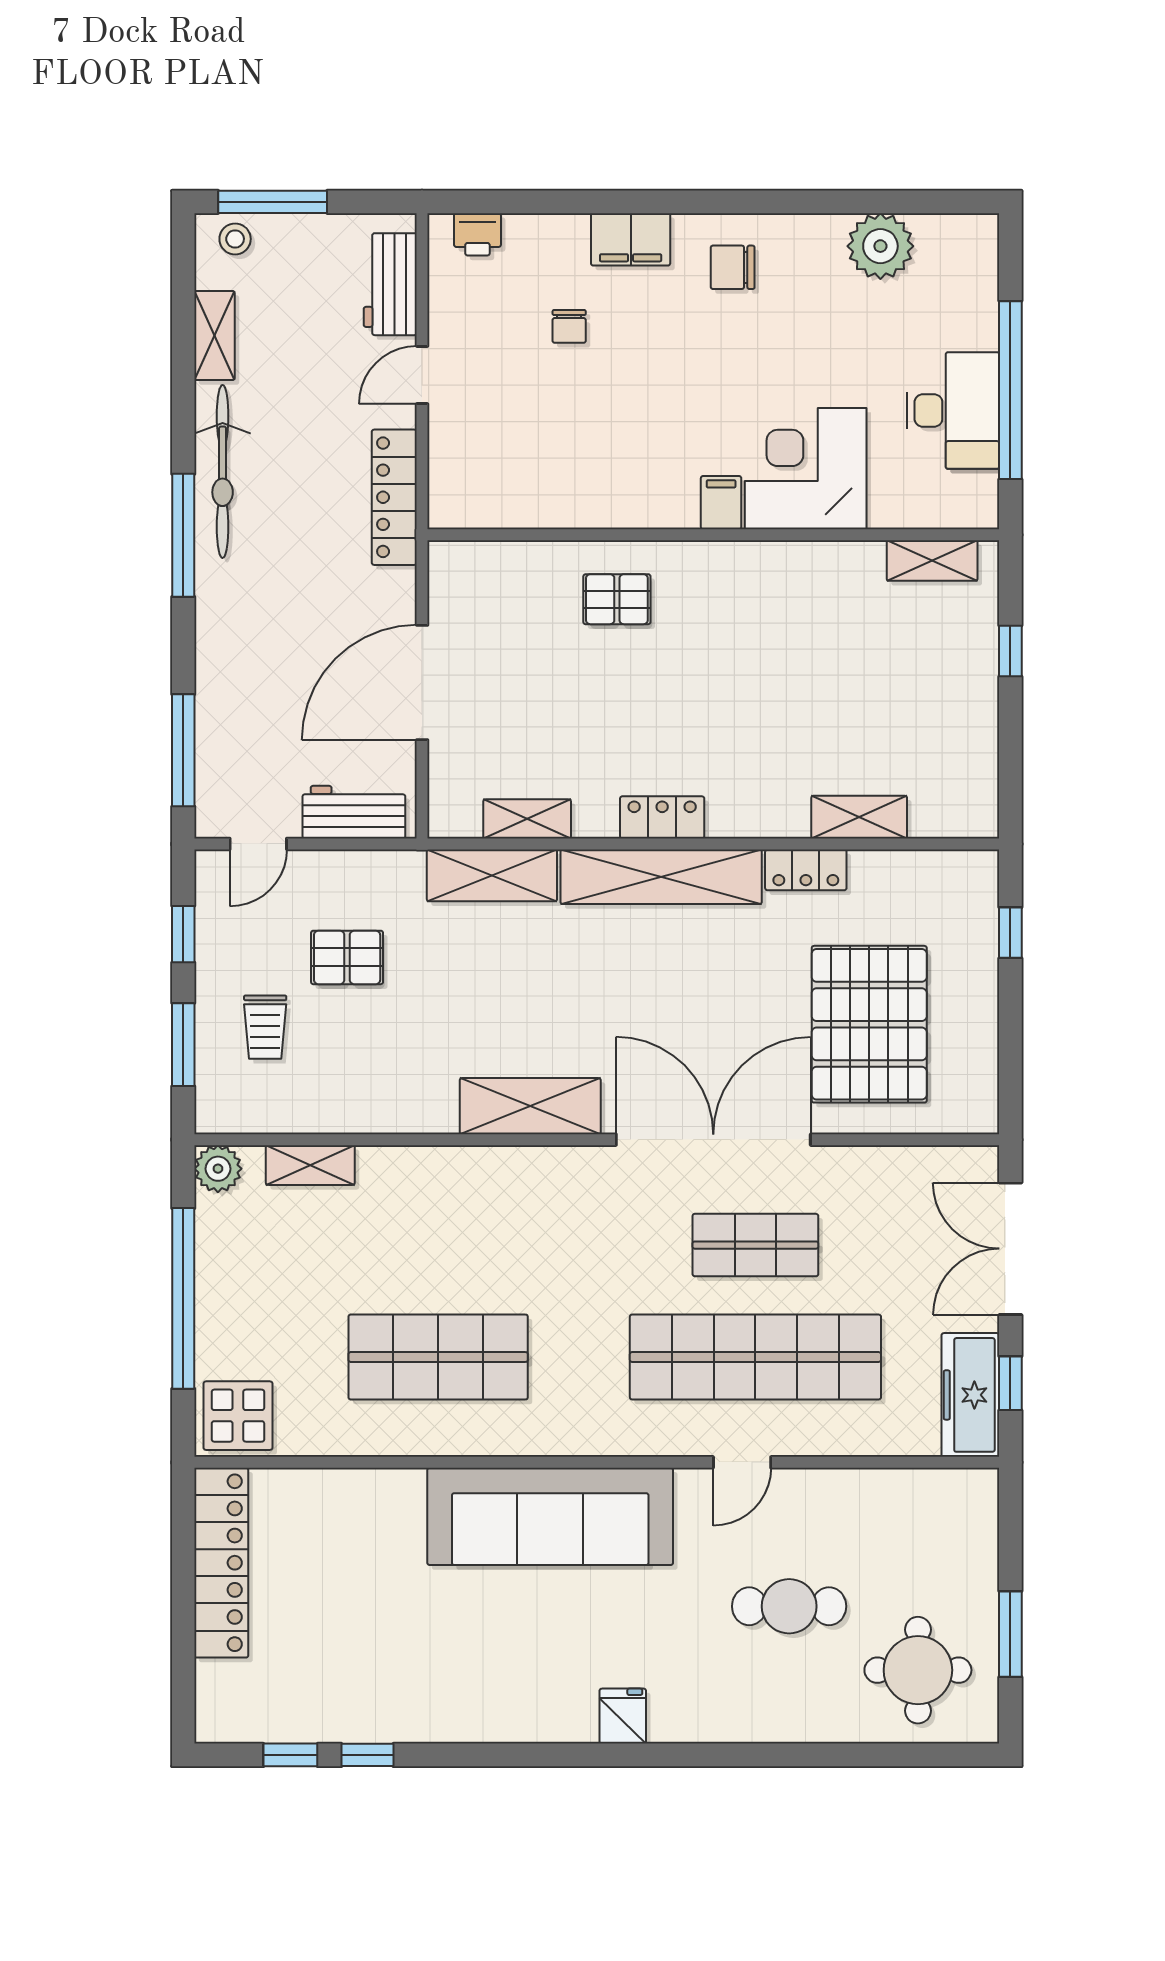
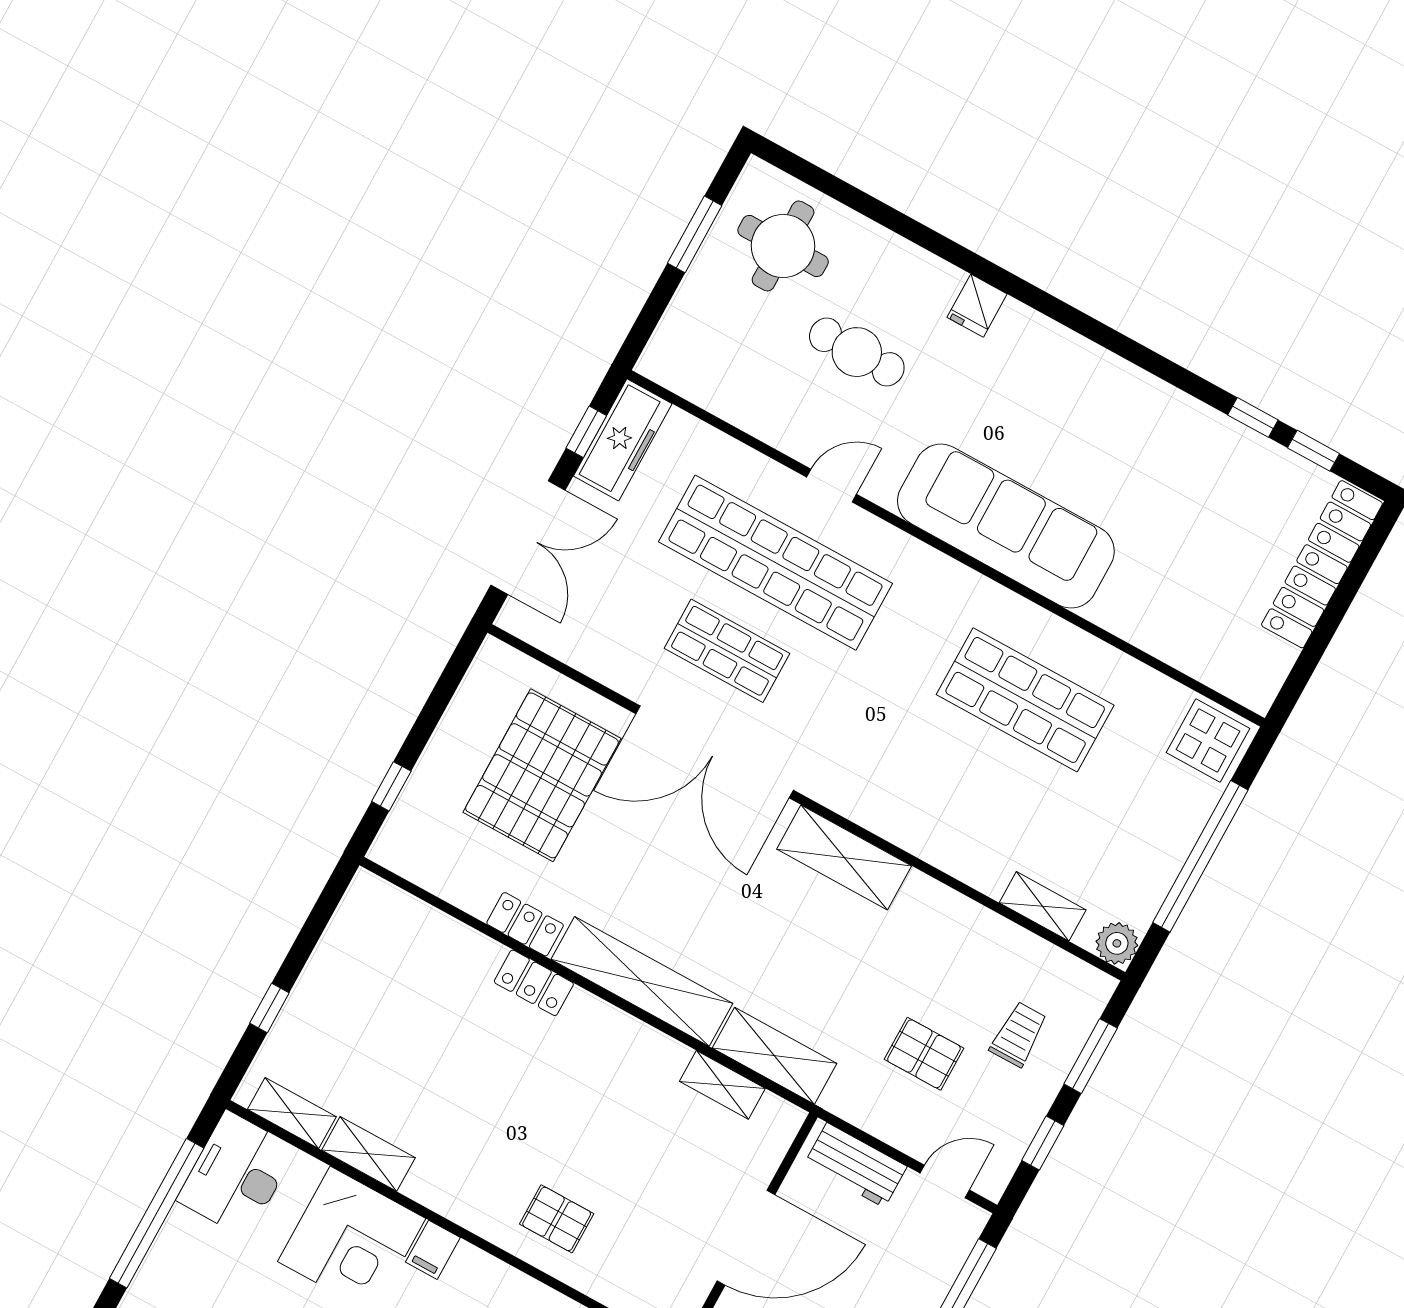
desk: (953, 410) -> (237, 1174), moved
locker: (662, 817) -> (534, 983), moved
shelving: (859, 817) -> (368, 1154), moved
locker: (221, 1563) -> (1322, 564), moved
fridge: (623, 1716) -> (977, 306), moved

